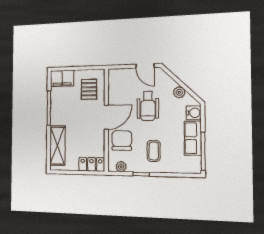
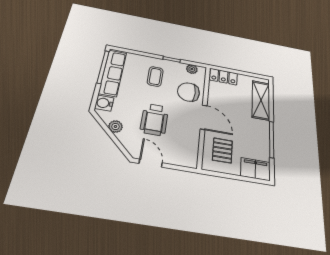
wheelchair: (148, 106) -> (154, 119), turned 180
door: (106, 117) -> (204, 117), swing flipped
row of seats: (193, 138) -> (113, 73), width x1.48
chair: (122, 140) -> (189, 92), turned 90

